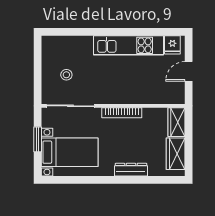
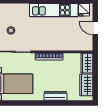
door: (189, 71) -> (95, 28), hinge flipped

